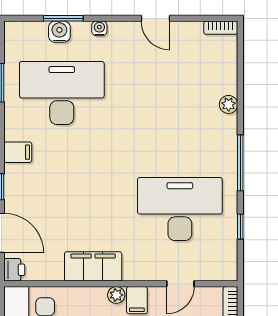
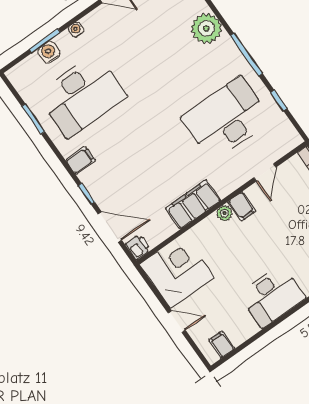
desk: (62, 93) -> (82, 95), turned 180
plant: (229, 104) -> (206, 28), width x1.88, depth x1.88

